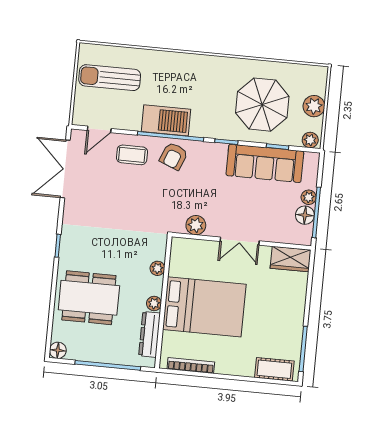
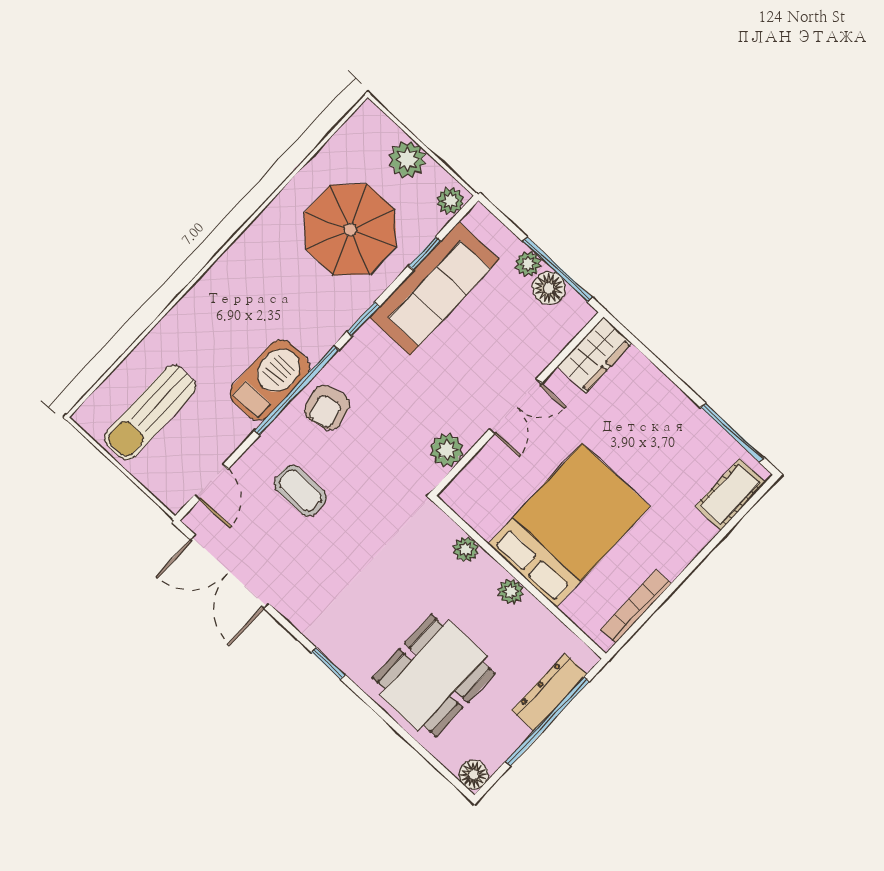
coffee table: (132, 155) -> (300, 491), moved, turned 90
armchair: (174, 156) -> (327, 407), turned 54
dresser: (150, 334) -> (549, 692), moved, turned 90

